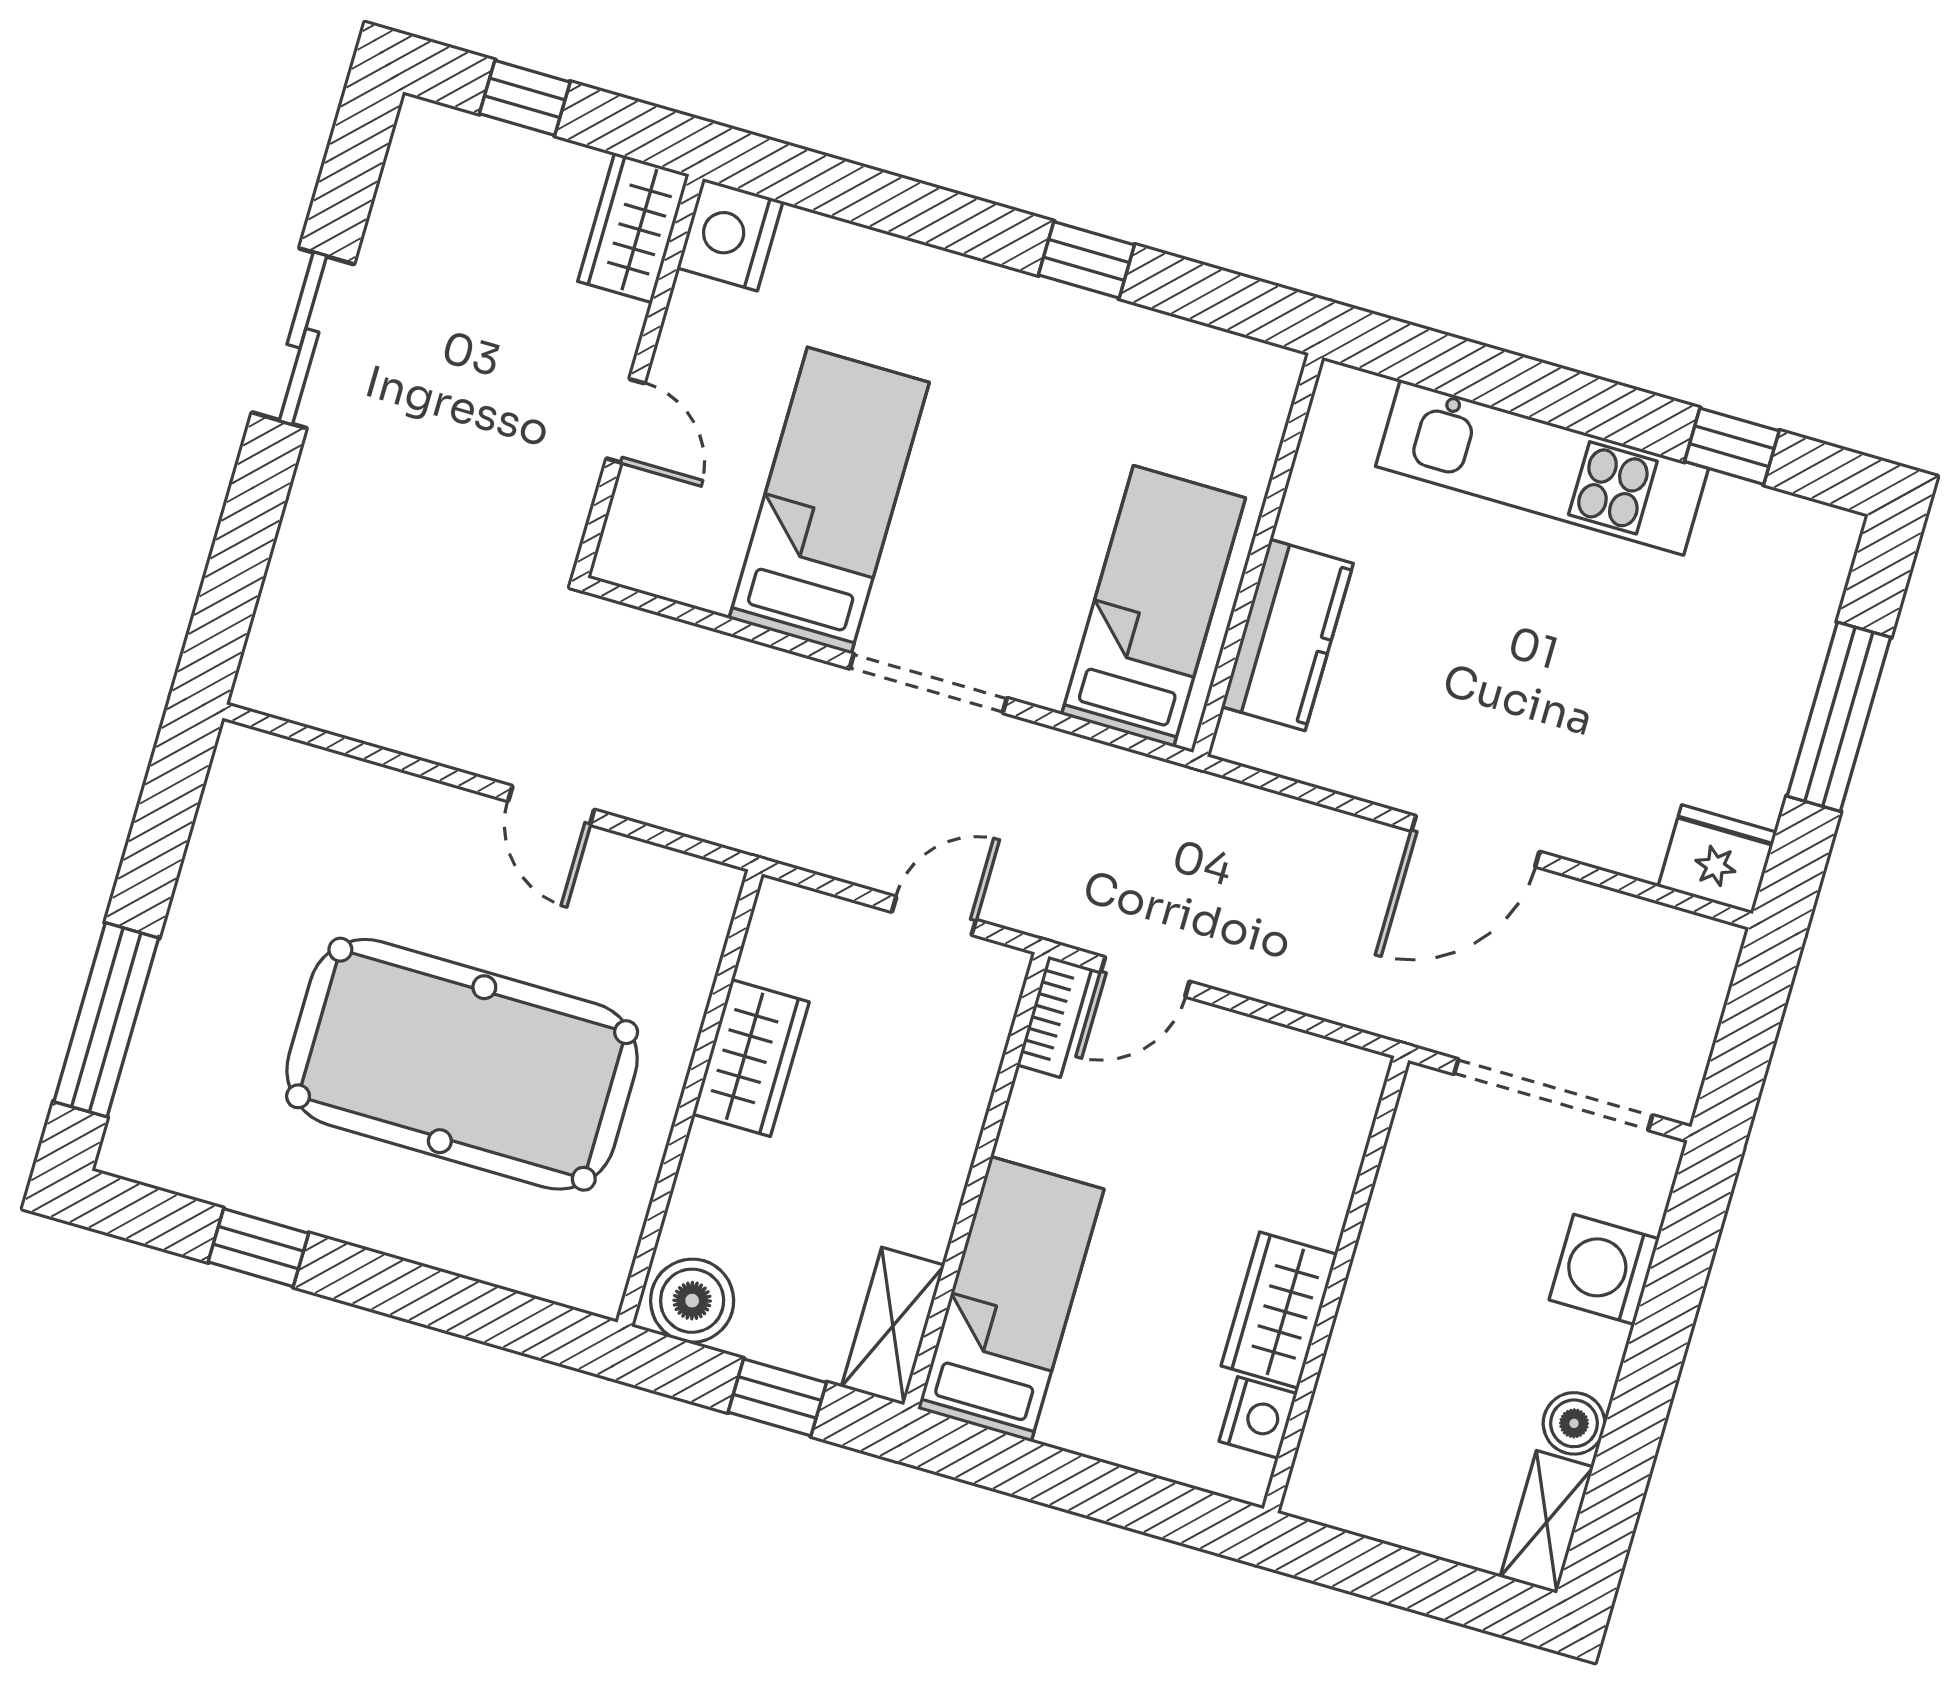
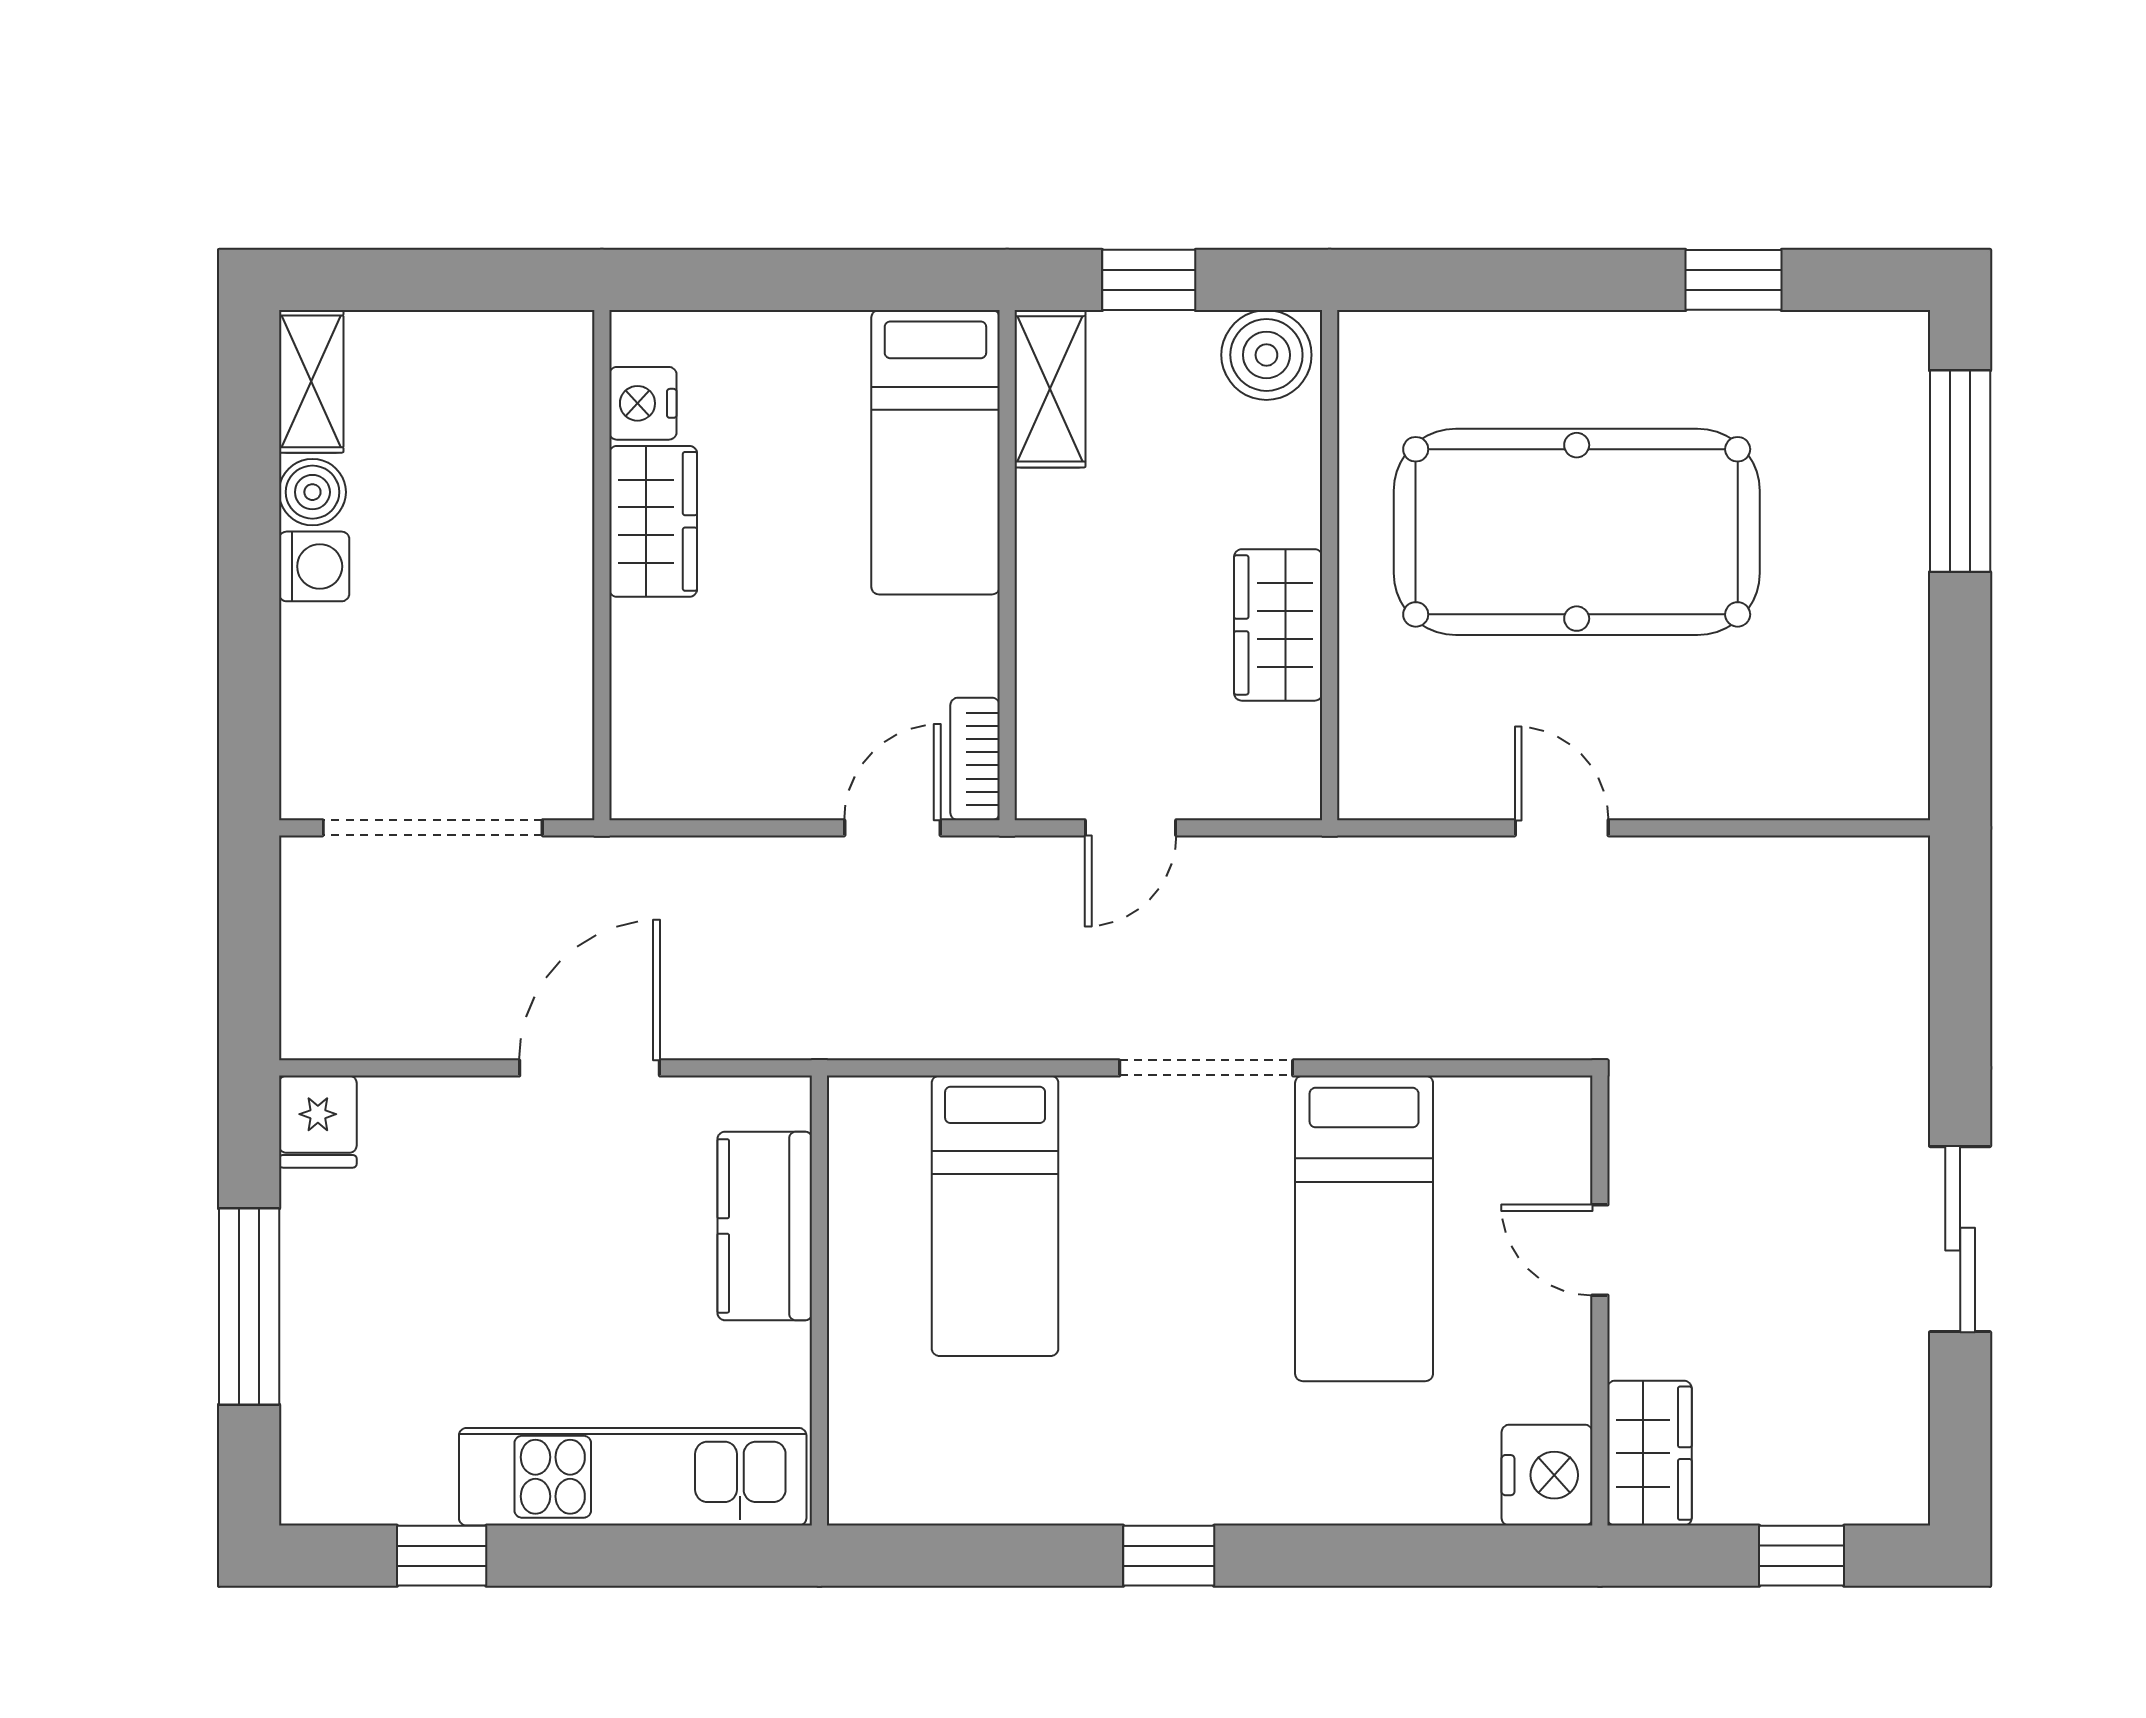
wall: (1258, 555) -> (819, 1301), moved
kitchen counter: (1287, 635) -> (765, 1226), moved
fridge: (1717, 859) -> (318, 1122), width x0.72
washing machine: (1604, 1269) -> (314, 566), moved, width x0.73, depth x0.73

